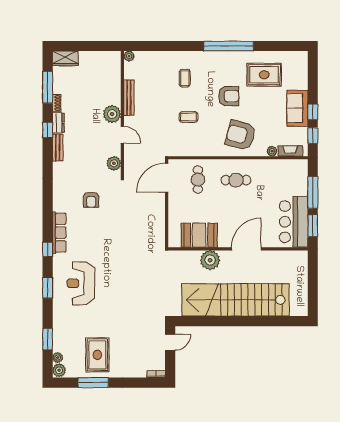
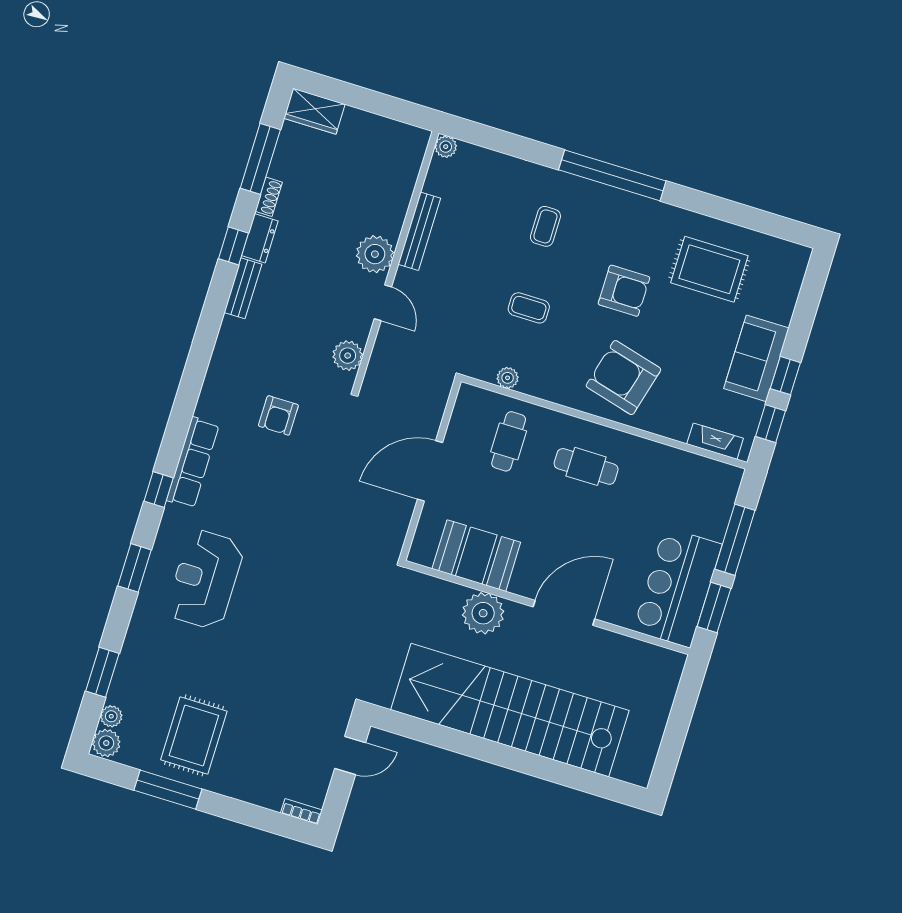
window: (229, 46) -> (612, 175), moved
plant: (272, 151) -> (508, 378), moved
door: (167, 178) -> (430, 471), moved

